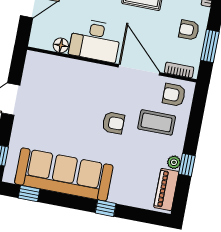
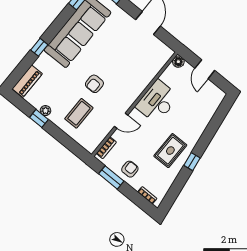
floor lamp: (61, 45) -> (178, 62), moved
door: (139, 70) -> (121, 121), width x0.53
armchair: (174, 95) -> (91, 135), removed
piano: (166, 190) -> (27, 81), moved, turned 90

